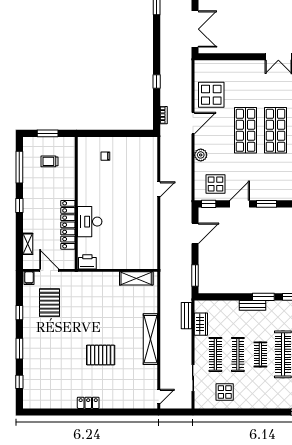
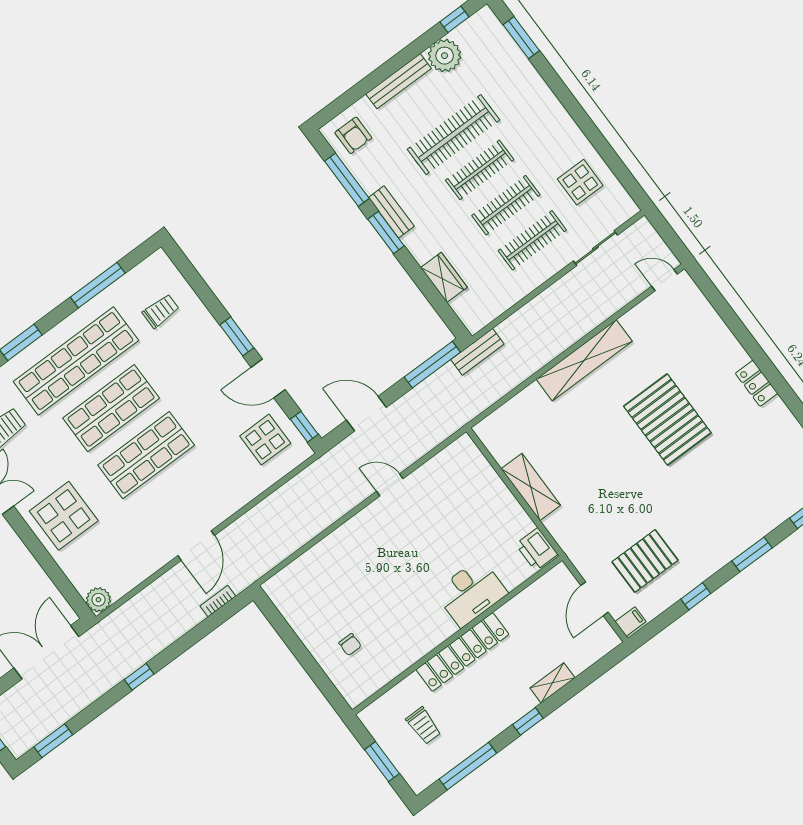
window: (157, 82) -> (139, 677), moved
display table: (211, 95) -> (64, 516), moved
door: (193, 123) -> (196, 546), swing flipped
plant: (201, 155) -> (98, 600), moved
door: (159, 189) -> (390, 485), moved
locker: (68, 225) -> (462, 652), moved
shelving: (28, 244) -> (552, 683), moved
window: (195, 275) -> (432, 365), width x1.44
shelving: (136, 278) -> (531, 487), moved
bench: (252, 305) -> (391, 212), moved
bench: (187, 316) -> (477, 352), moved
wardrobe: (201, 324) -> (444, 277), moved, turned 90
clothes rail: (260, 354) -> (480, 170), width x1.36
pallet: (101, 355) -> (667, 420), width x1.37, depth x1.41

